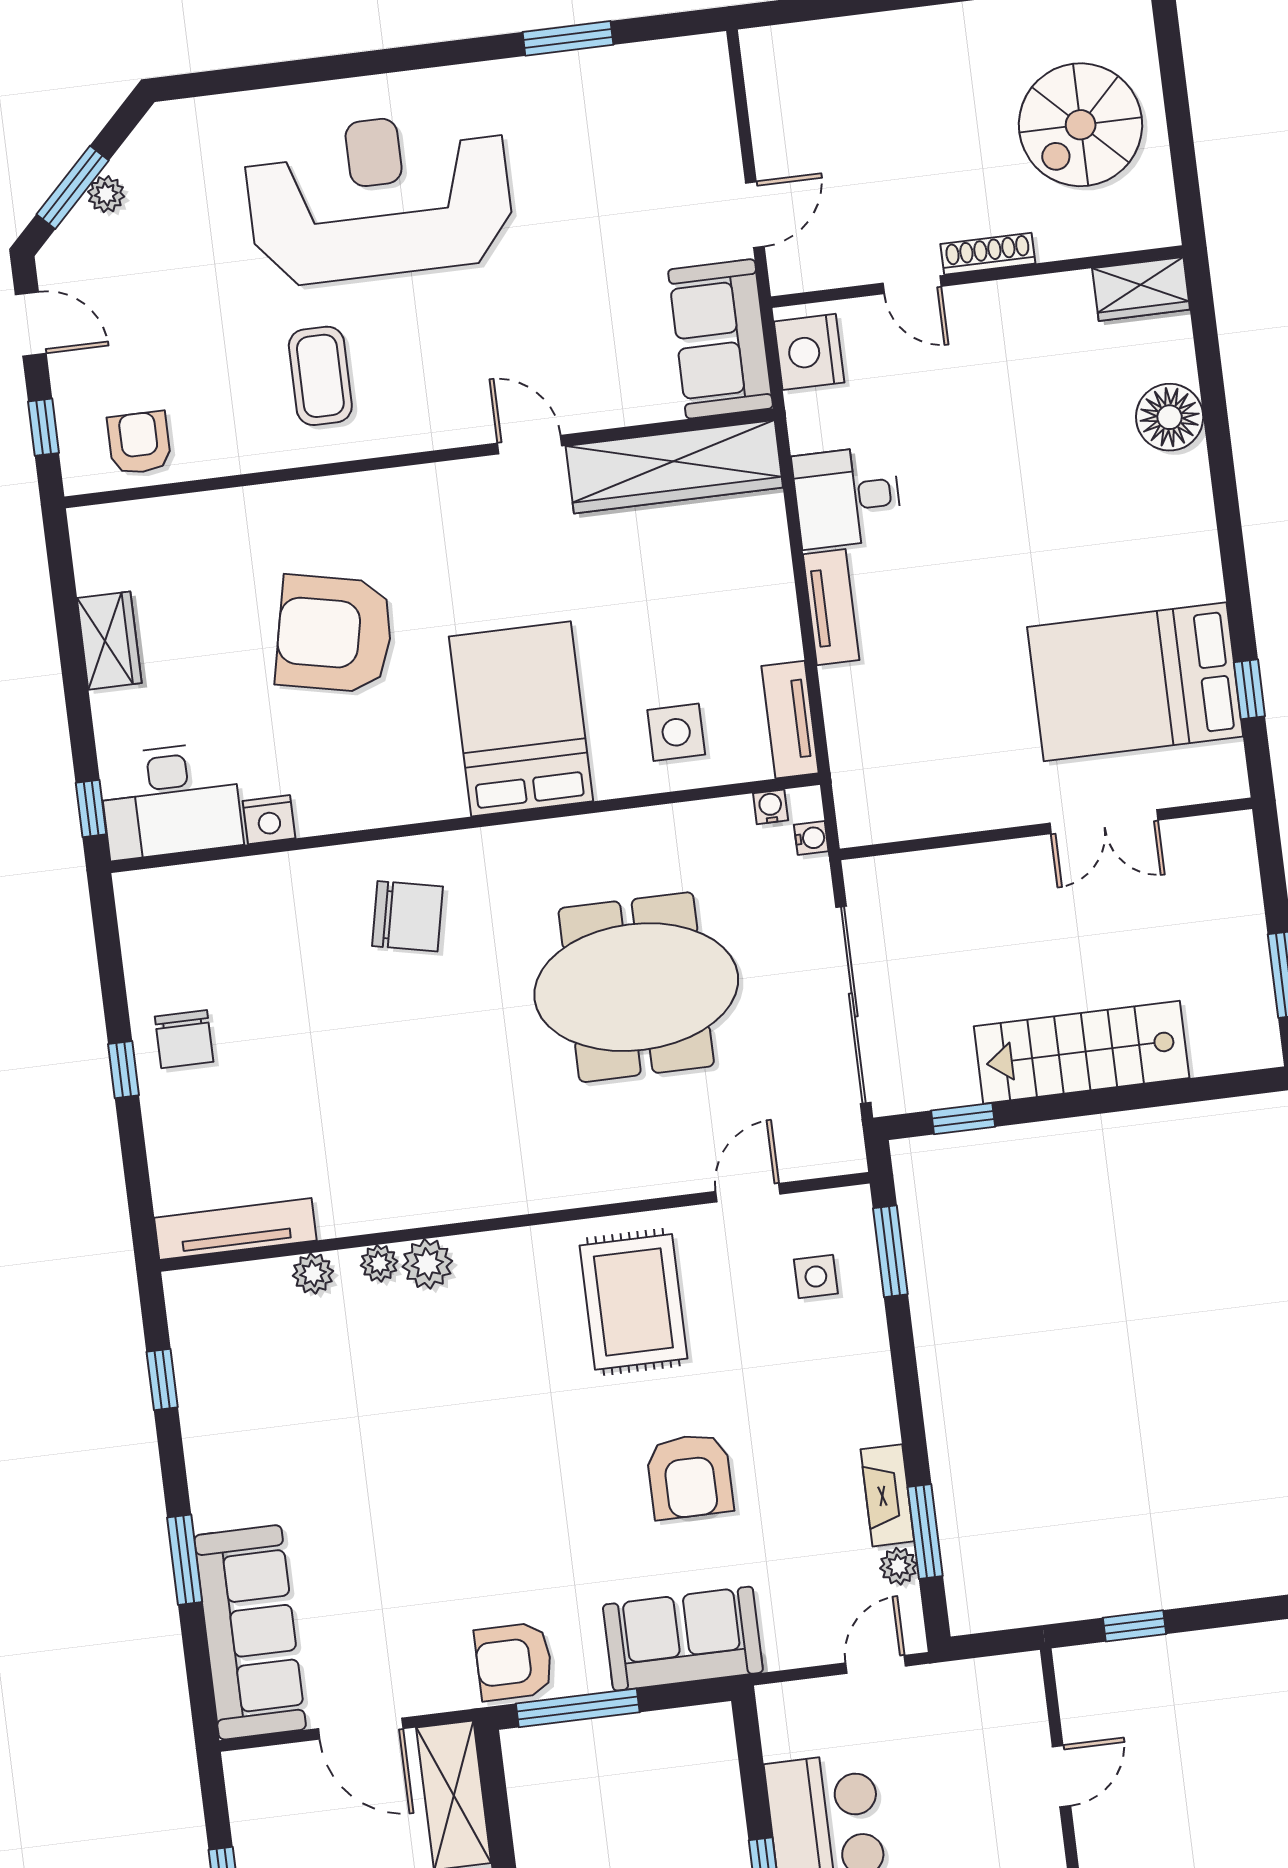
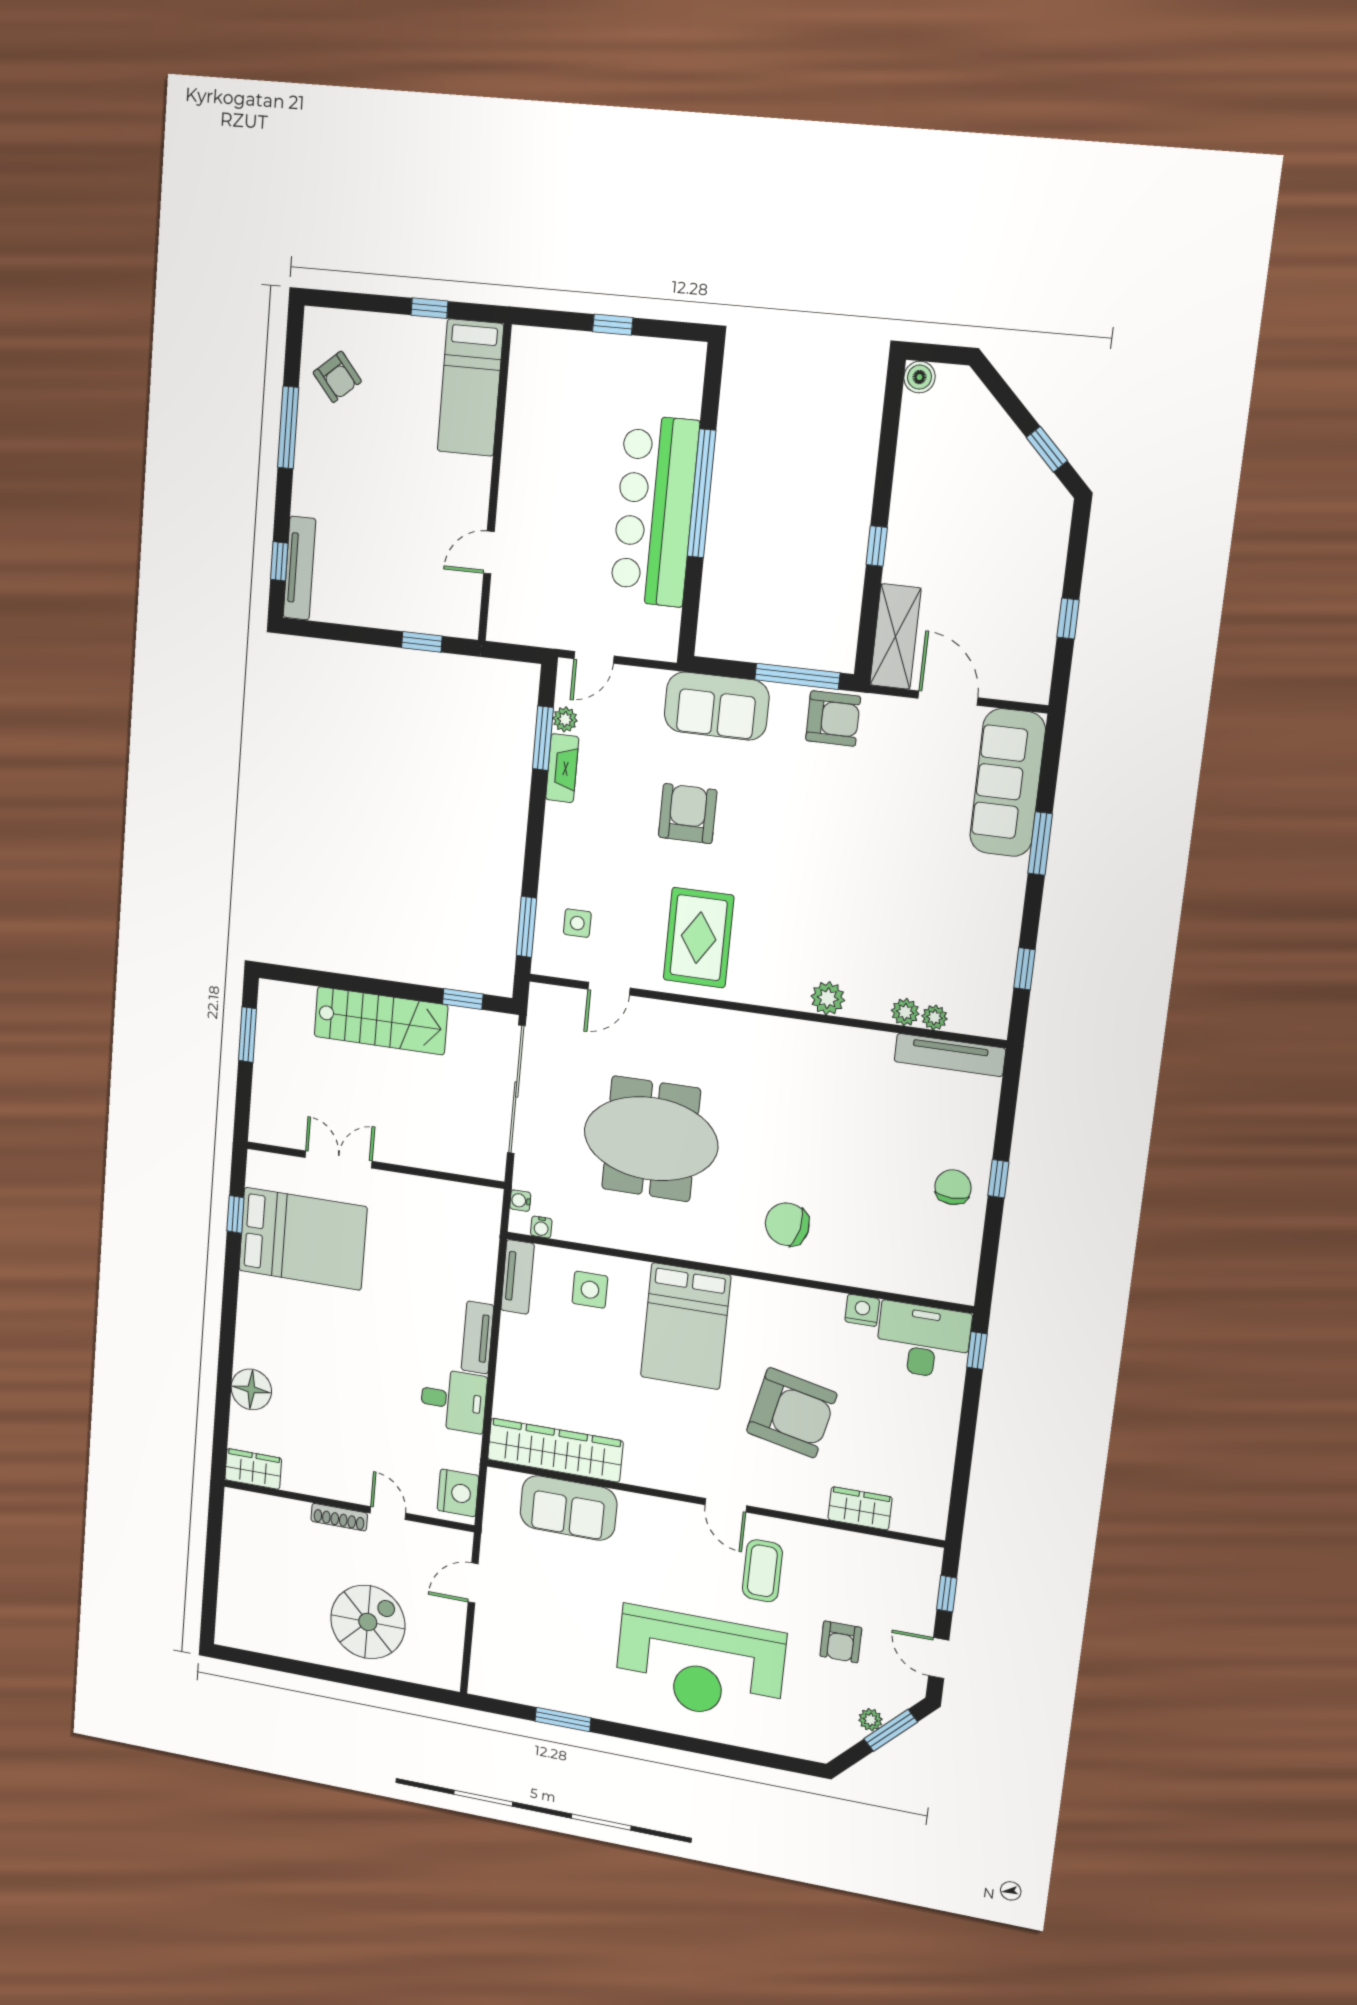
spiral stairs: (1081, 125) -> (368, 1622), moved
sofa: (721, 339) -> (568, 1508), moved, turned 90
armchair: (139, 443) -> (841, 1642), moved
door: (530, 445) -> (726, 1505), moved
wardrobe: (109, 641) -> (860, 1508), moved, turned 90
plant: (379, 1263) -> (935, 1017), moved

